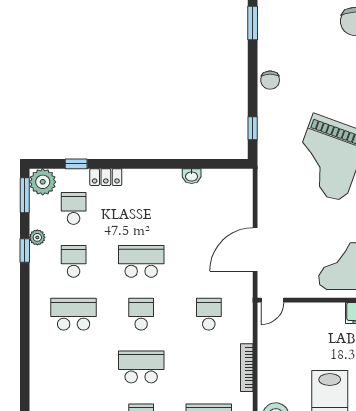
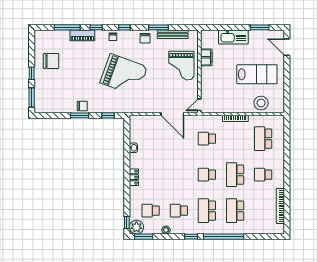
window: (253, 23) -> (80, 115), moved
window: (76, 164) -> (127, 223), moved
locker: (106, 177) -> (134, 177), moved
window: (25, 250) -> (191, 237), moved
school desk: (141, 261) -> (235, 211), moved
door: (272, 300) -> (199, 105), swing flipped
window: (25, 346) -> (224, 237), added

